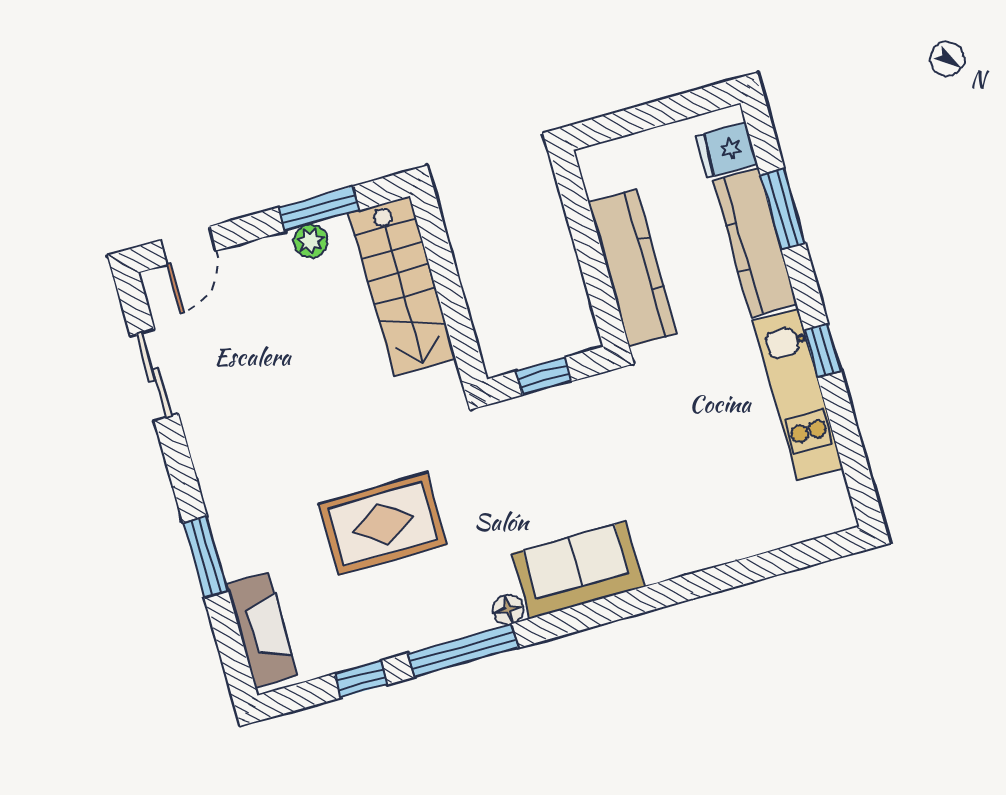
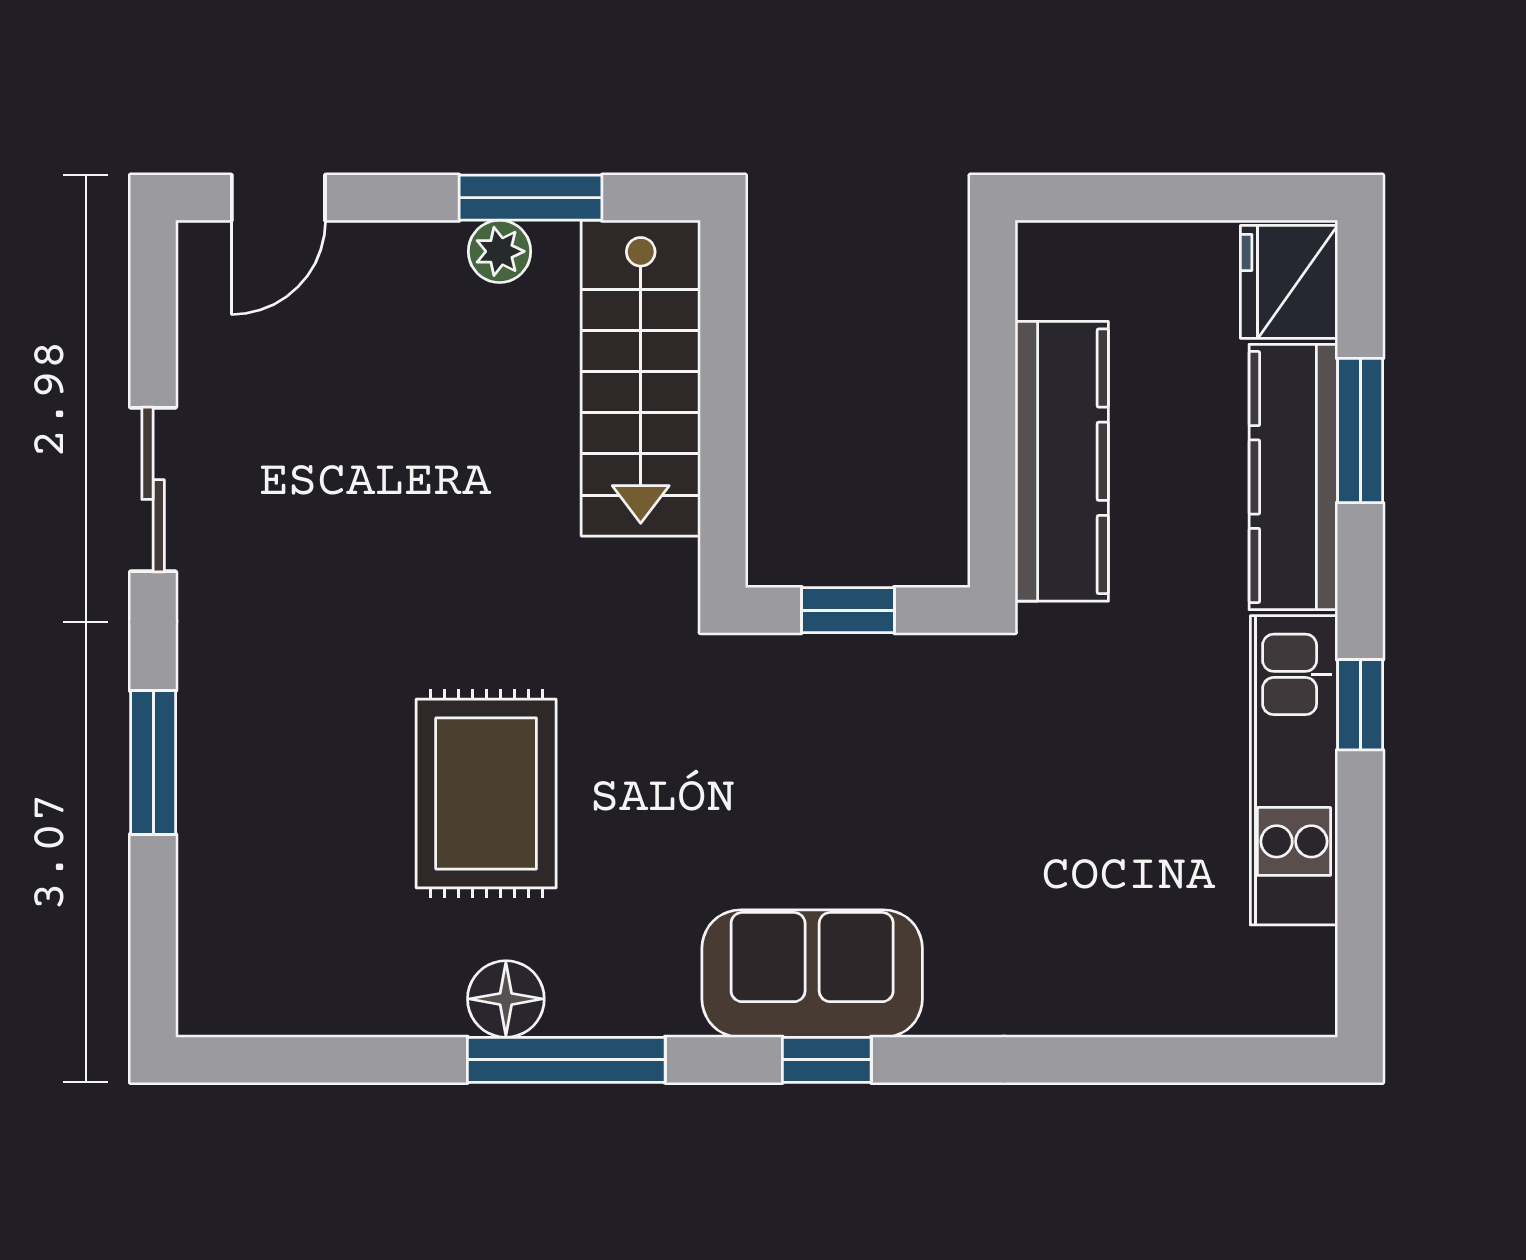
fridge: (727, 150) -> (1289, 282), width x1.38
sliding door: (154, 374) -> (153, 490), moved
rug: (383, 524) -> (486, 793), turned 90
floor lamp: (508, 610) -> (506, 999), moved, width x1.37, depth x1.37
fireplace: (262, 630) -> (217, 922), removed
window: (361, 679) -> (827, 1060), moved

